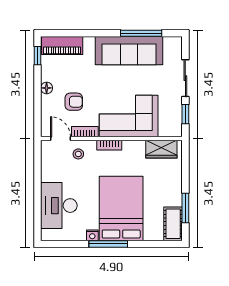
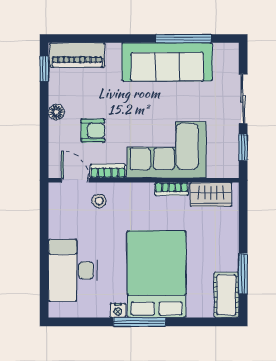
bookcase: (109, 145) -> (172, 189), moved

